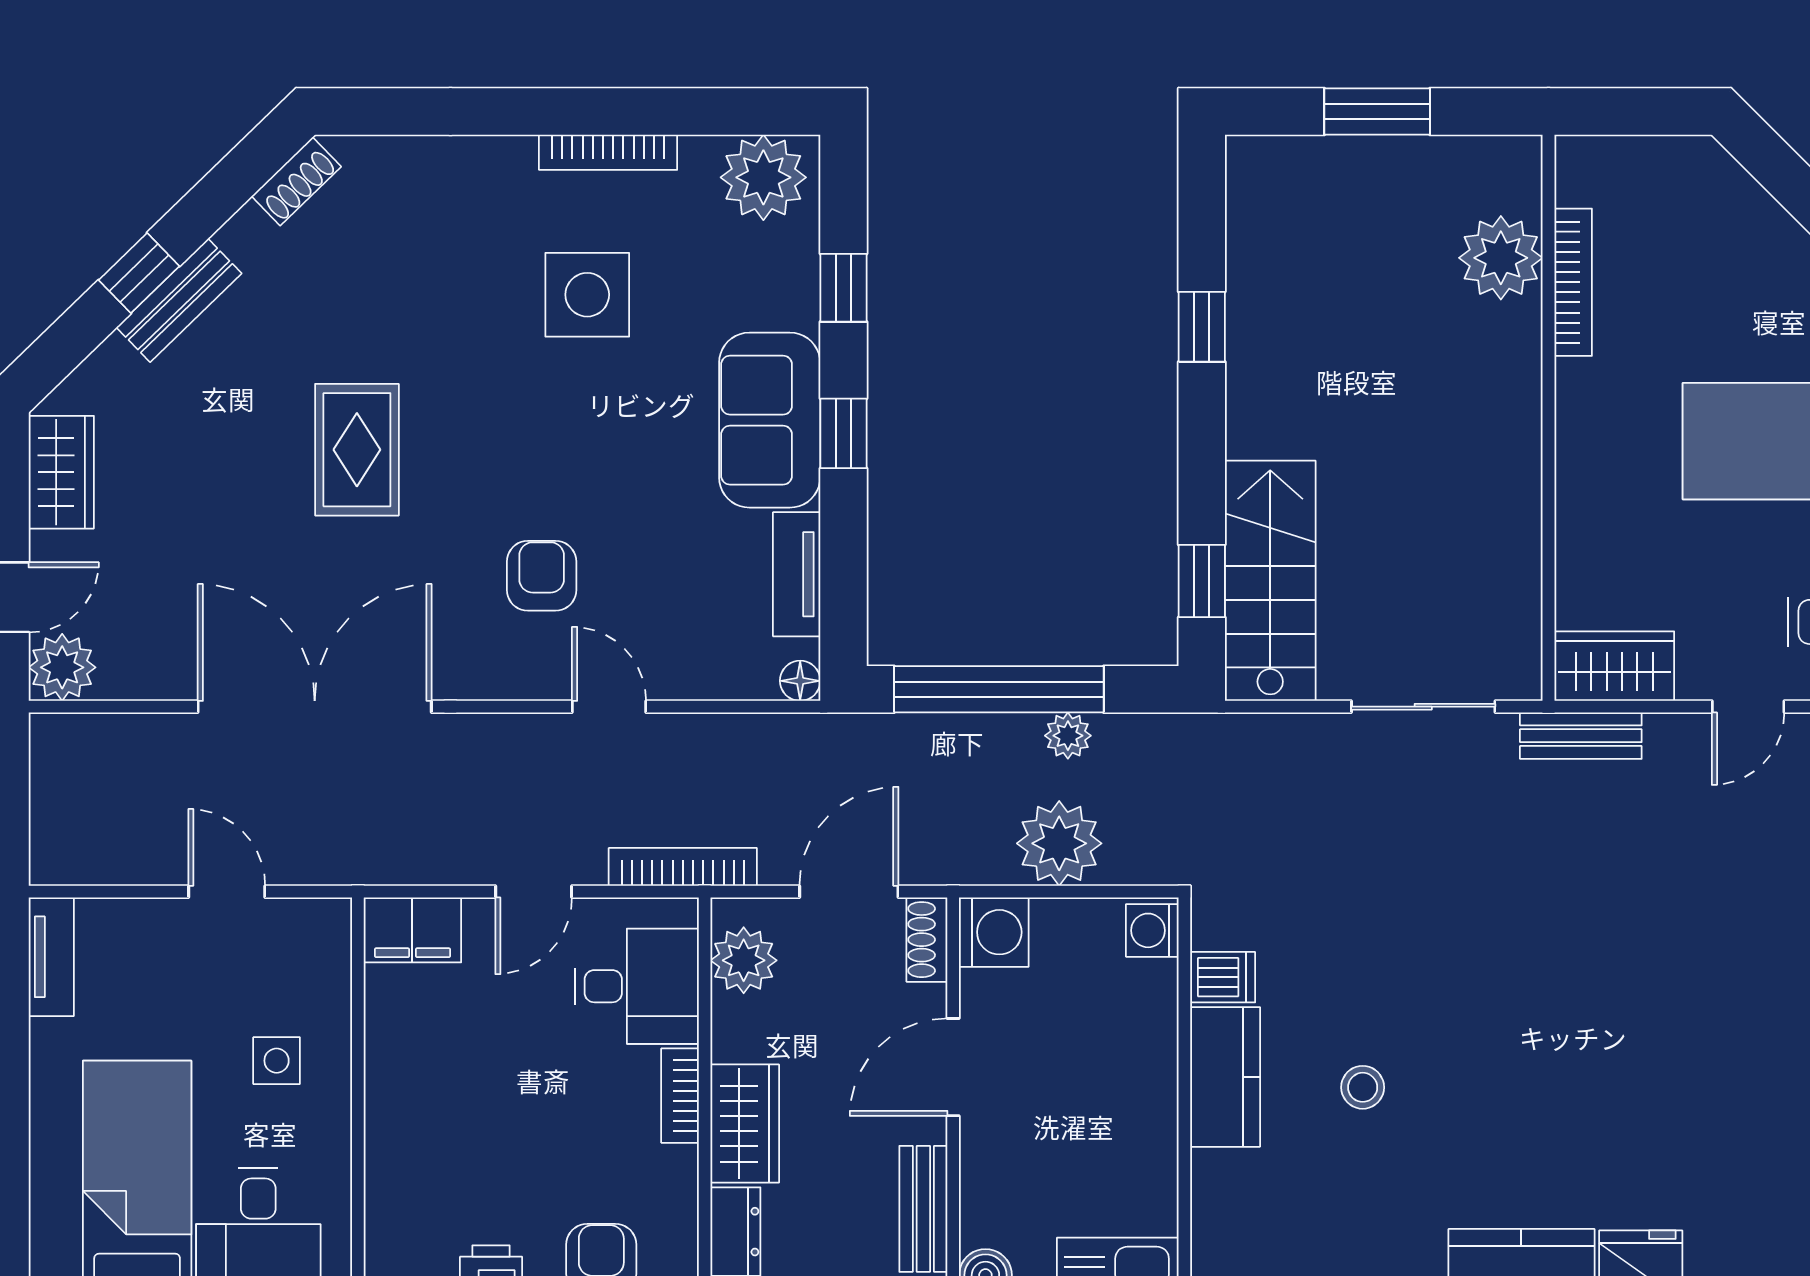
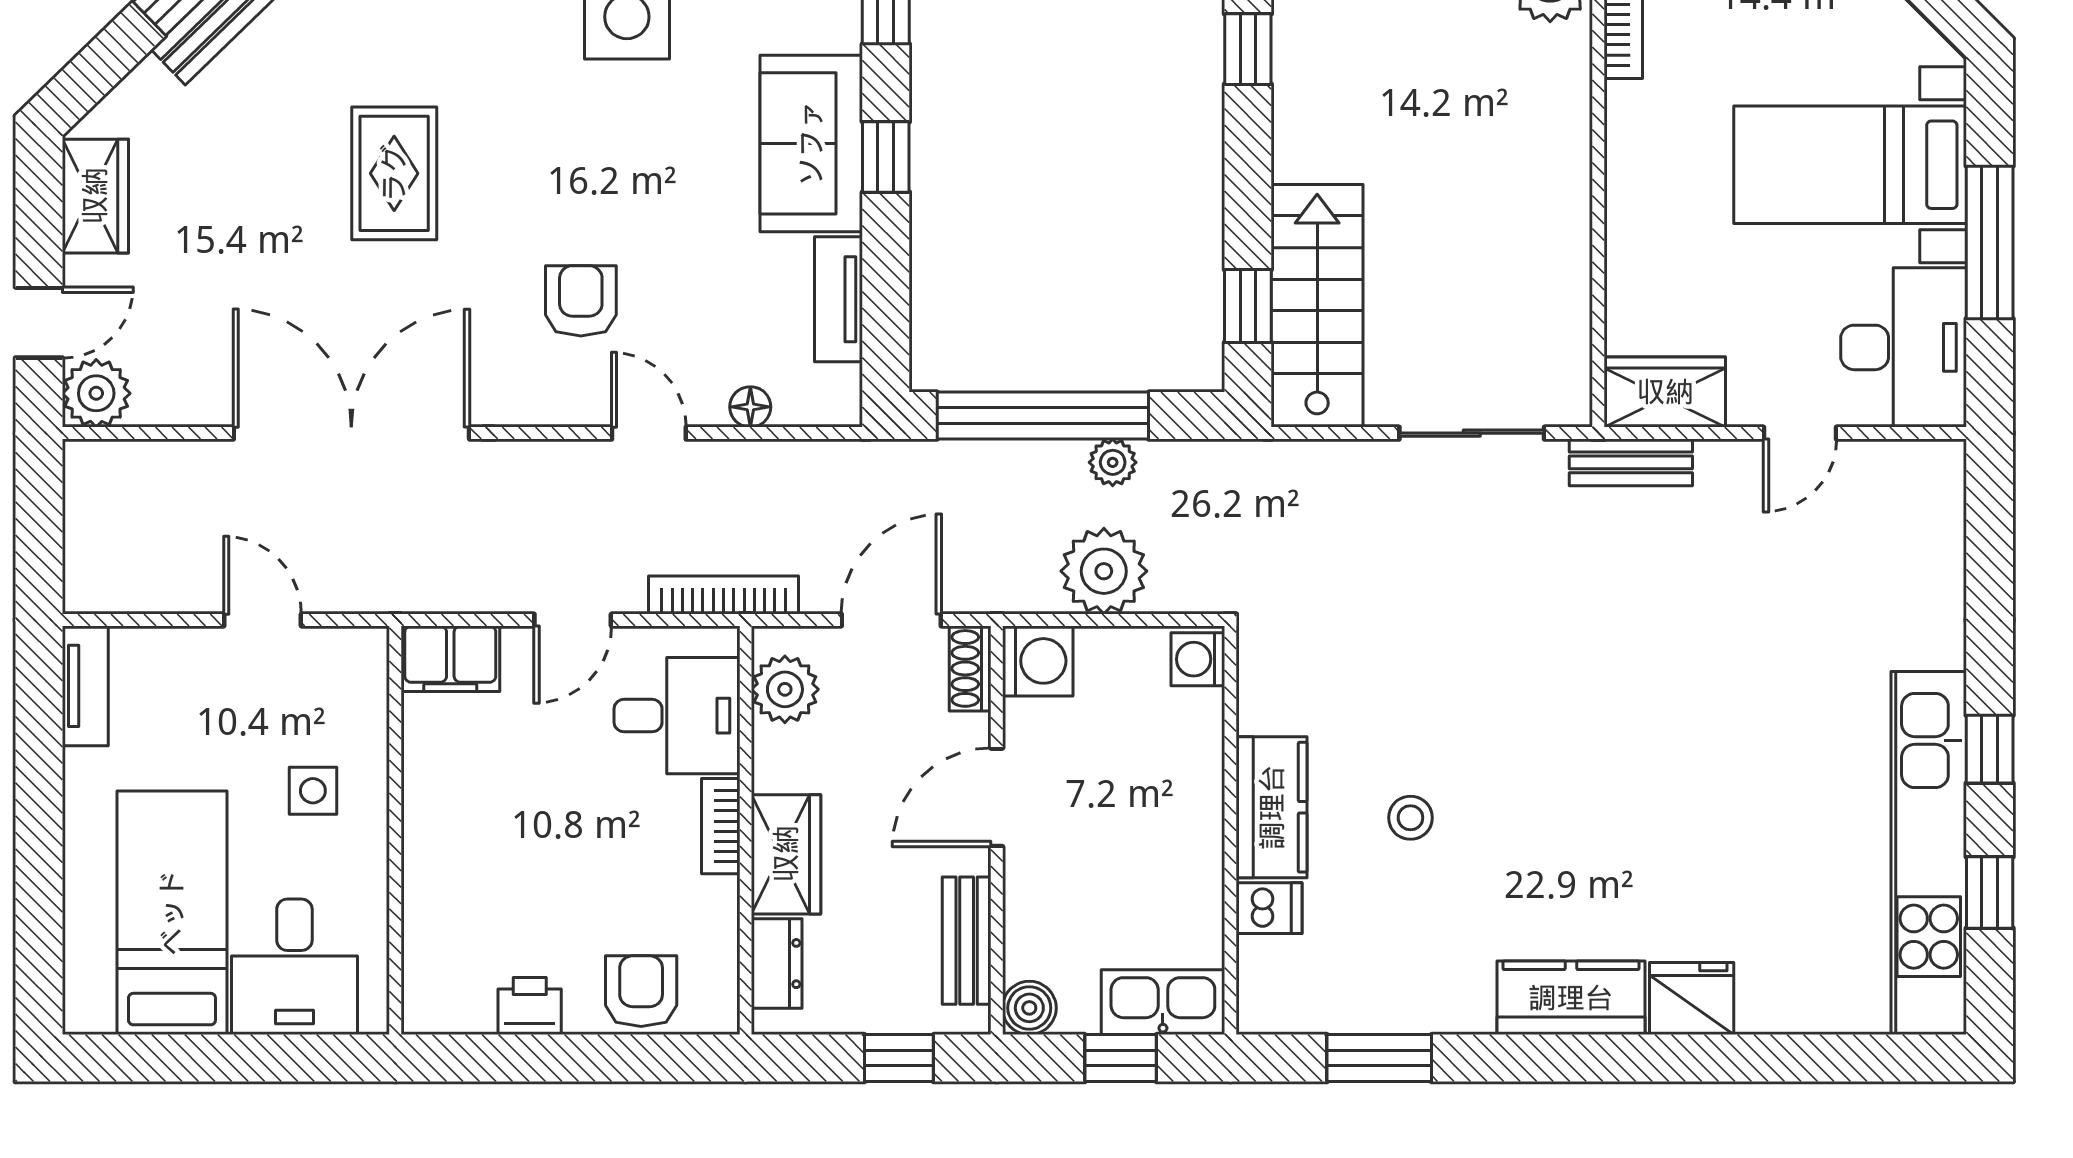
floor lamp: (800, 681) -> (750, 407), moved
dishwasher: (1223, 977) -> (1269, 908), moved

